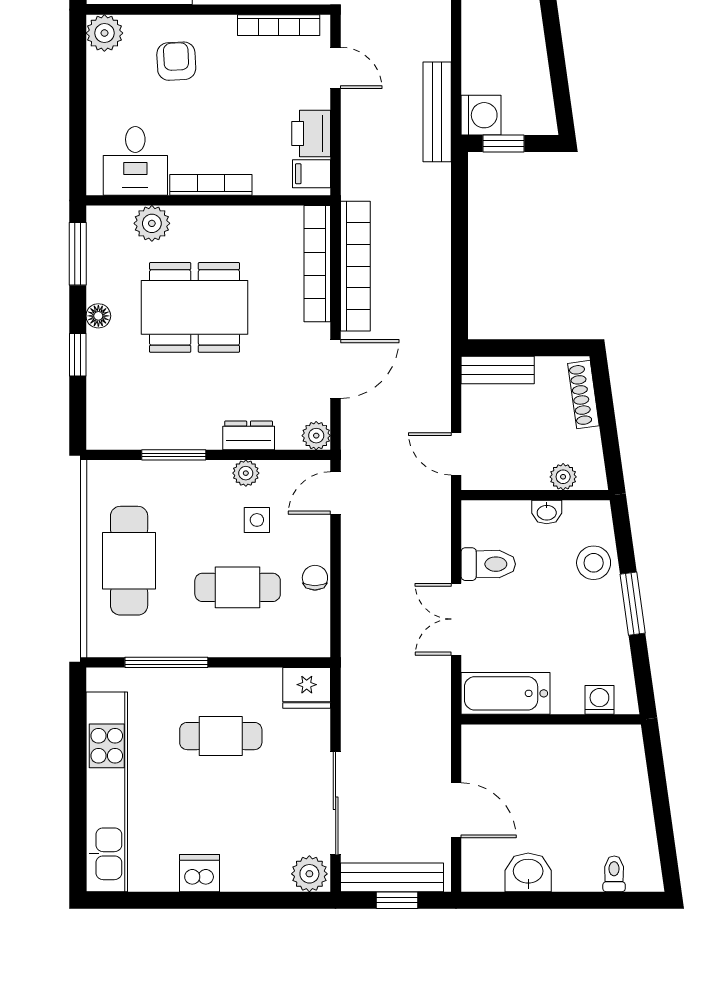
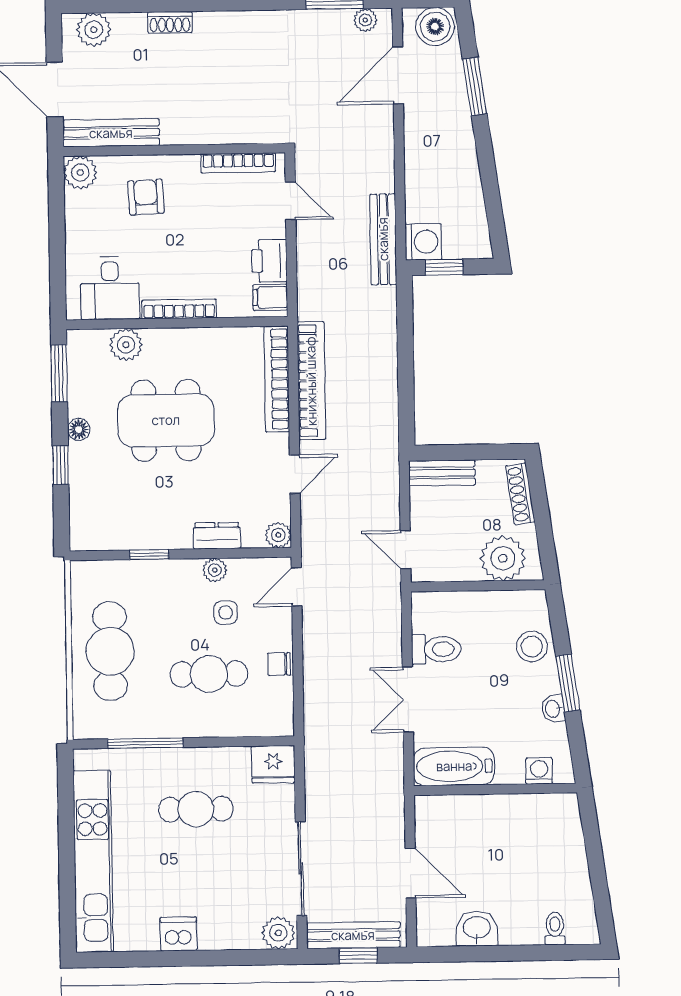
door: (336, 369) -> (295, 474), width x0.73
window: (174, 455) -> (149, 555), width x0.67
plant: (563, 477) -> (503, 558), width x1.87, depth x1.87
washbasin: (547, 512) -> (553, 709), moved, turned 82
chair: (315, 578) -> (279, 664), turned -90

